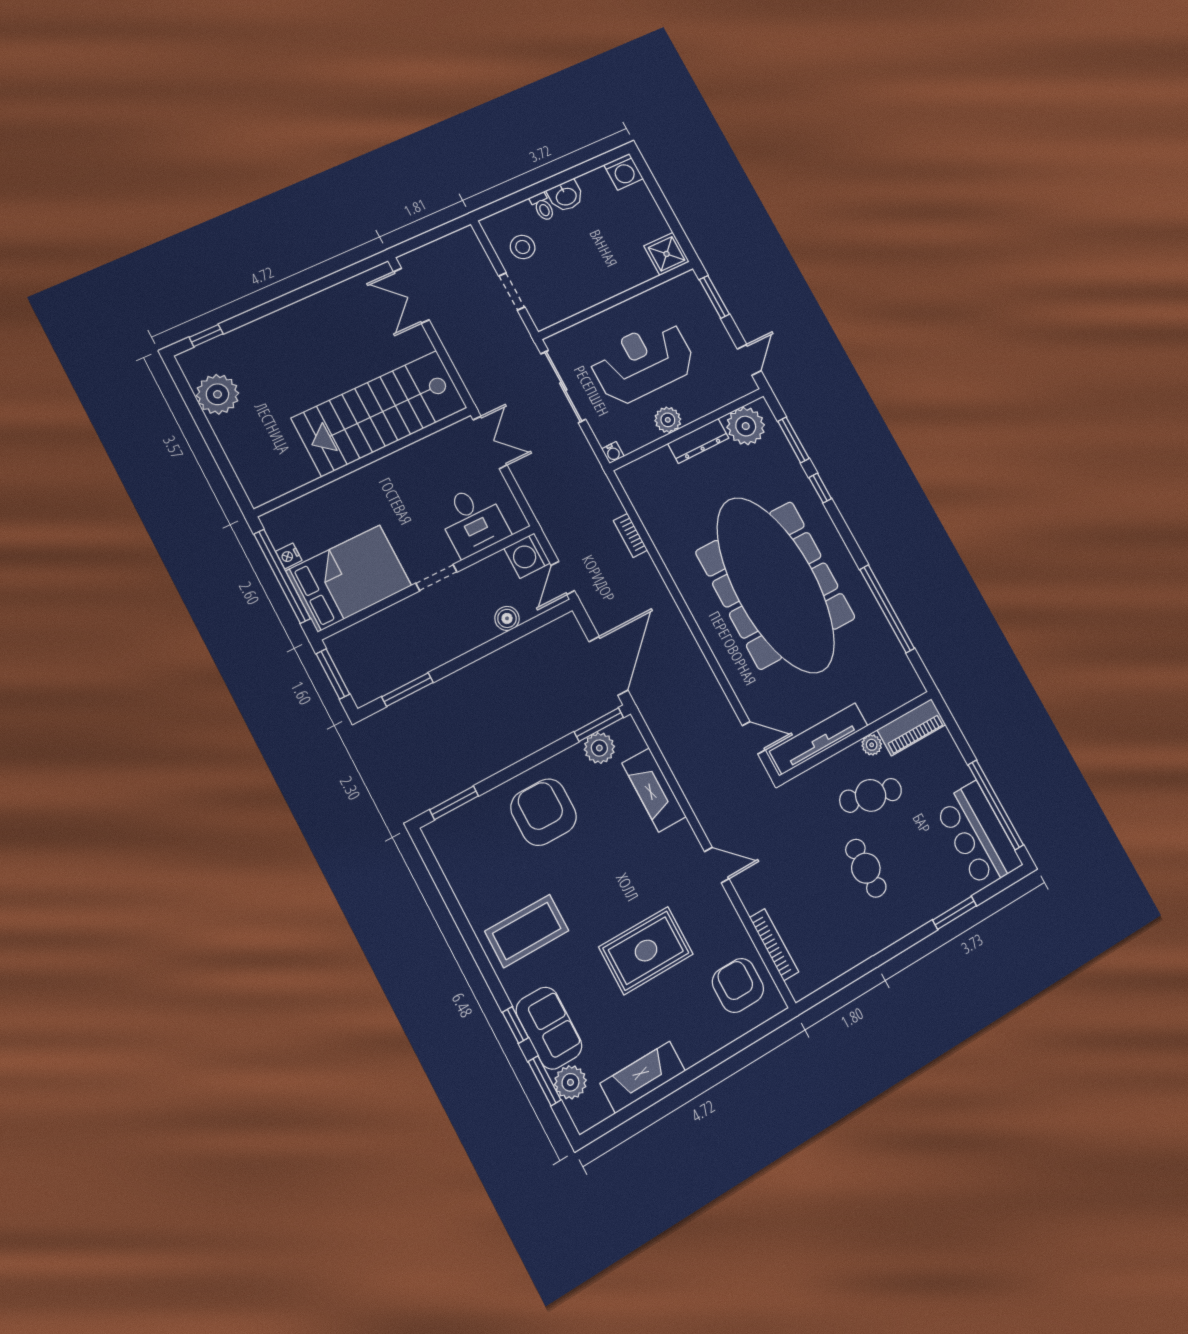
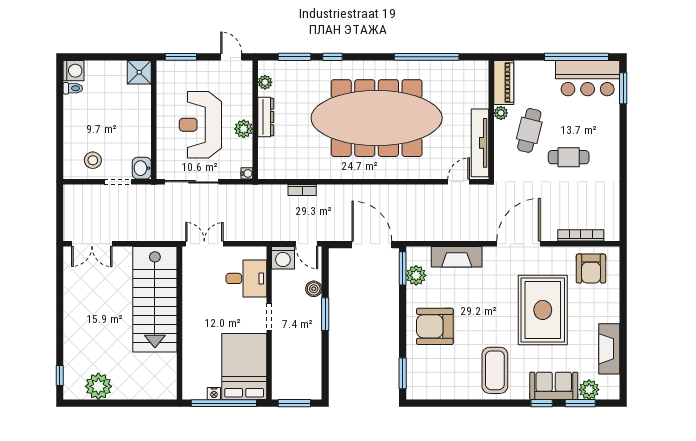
washbasin: (566, 196) -> (142, 168), moved, turned 180
toilet: (543, 207) -> (73, 88), moved
plant: (746, 426) -> (265, 82), width x0.53, depth x0.53
window: (407, 689) -> (325, 314), moved
door: (717, 865) -> (518, 244), width x1.88
window: (955, 913) -> (623, 88), moved
rug: (646, 951) -> (543, 310), width x1.37, depth x1.44
armchair: (738, 985) -> (591, 269), turned -90

